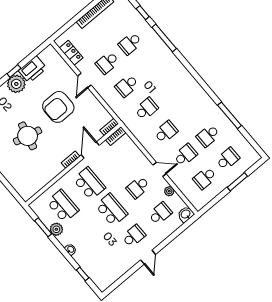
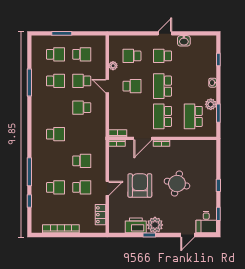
armchair: (58, 107) -> (140, 186), turned -90
school desk: (146, 109) -> (55, 134), moved, turned 180
school desk: (228, 159) -> (55, 54), turned 180
washbasin: (186, 214) -> (184, 41), moved

